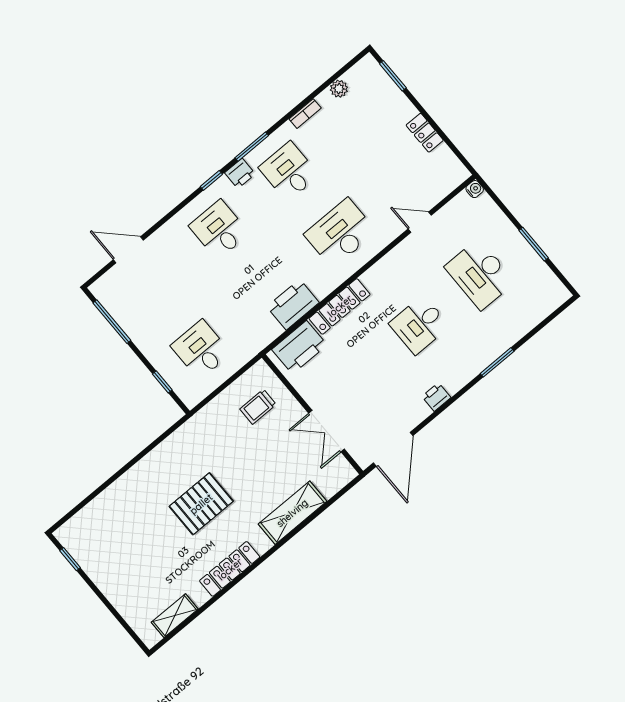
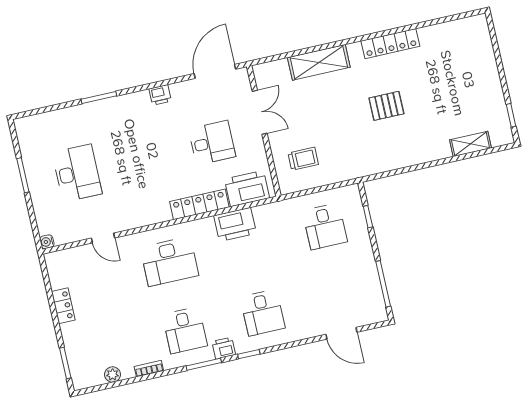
desk: (419, 325) -> (212, 143), moved
pallet: (201, 504) -> (386, 106), width x0.67, depth x0.71
shelving: (175, 616) -> (470, 144), moved

